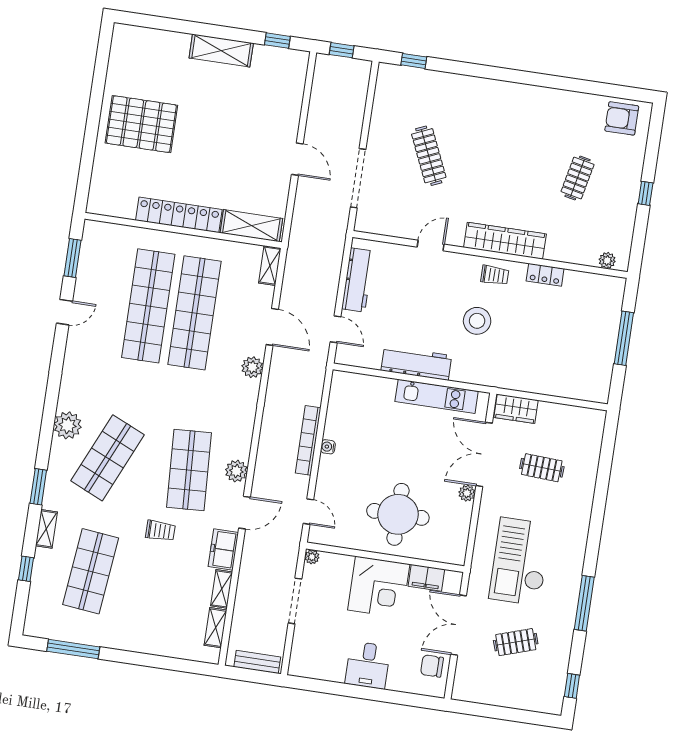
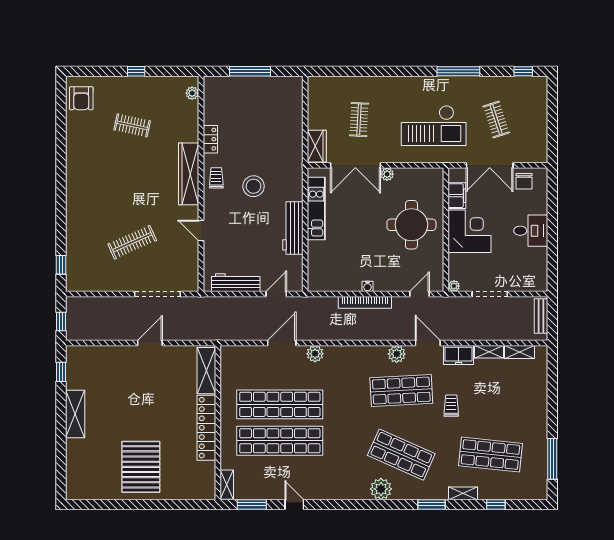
shelving: (270, 266) -> (227, 485), moved, turned 90

